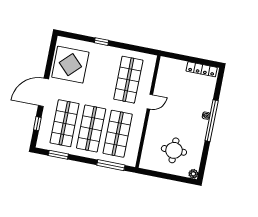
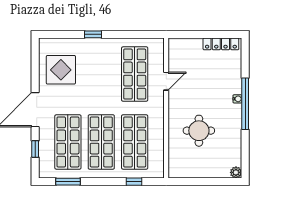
display table: (70, 65) -> (61, 70), width x0.73, depth x0.73
door: (150, 102) -> (166, 81), moved
round table: (174, 150) -> (199, 131), moved
window: (111, 165) -> (134, 182), width x0.46

